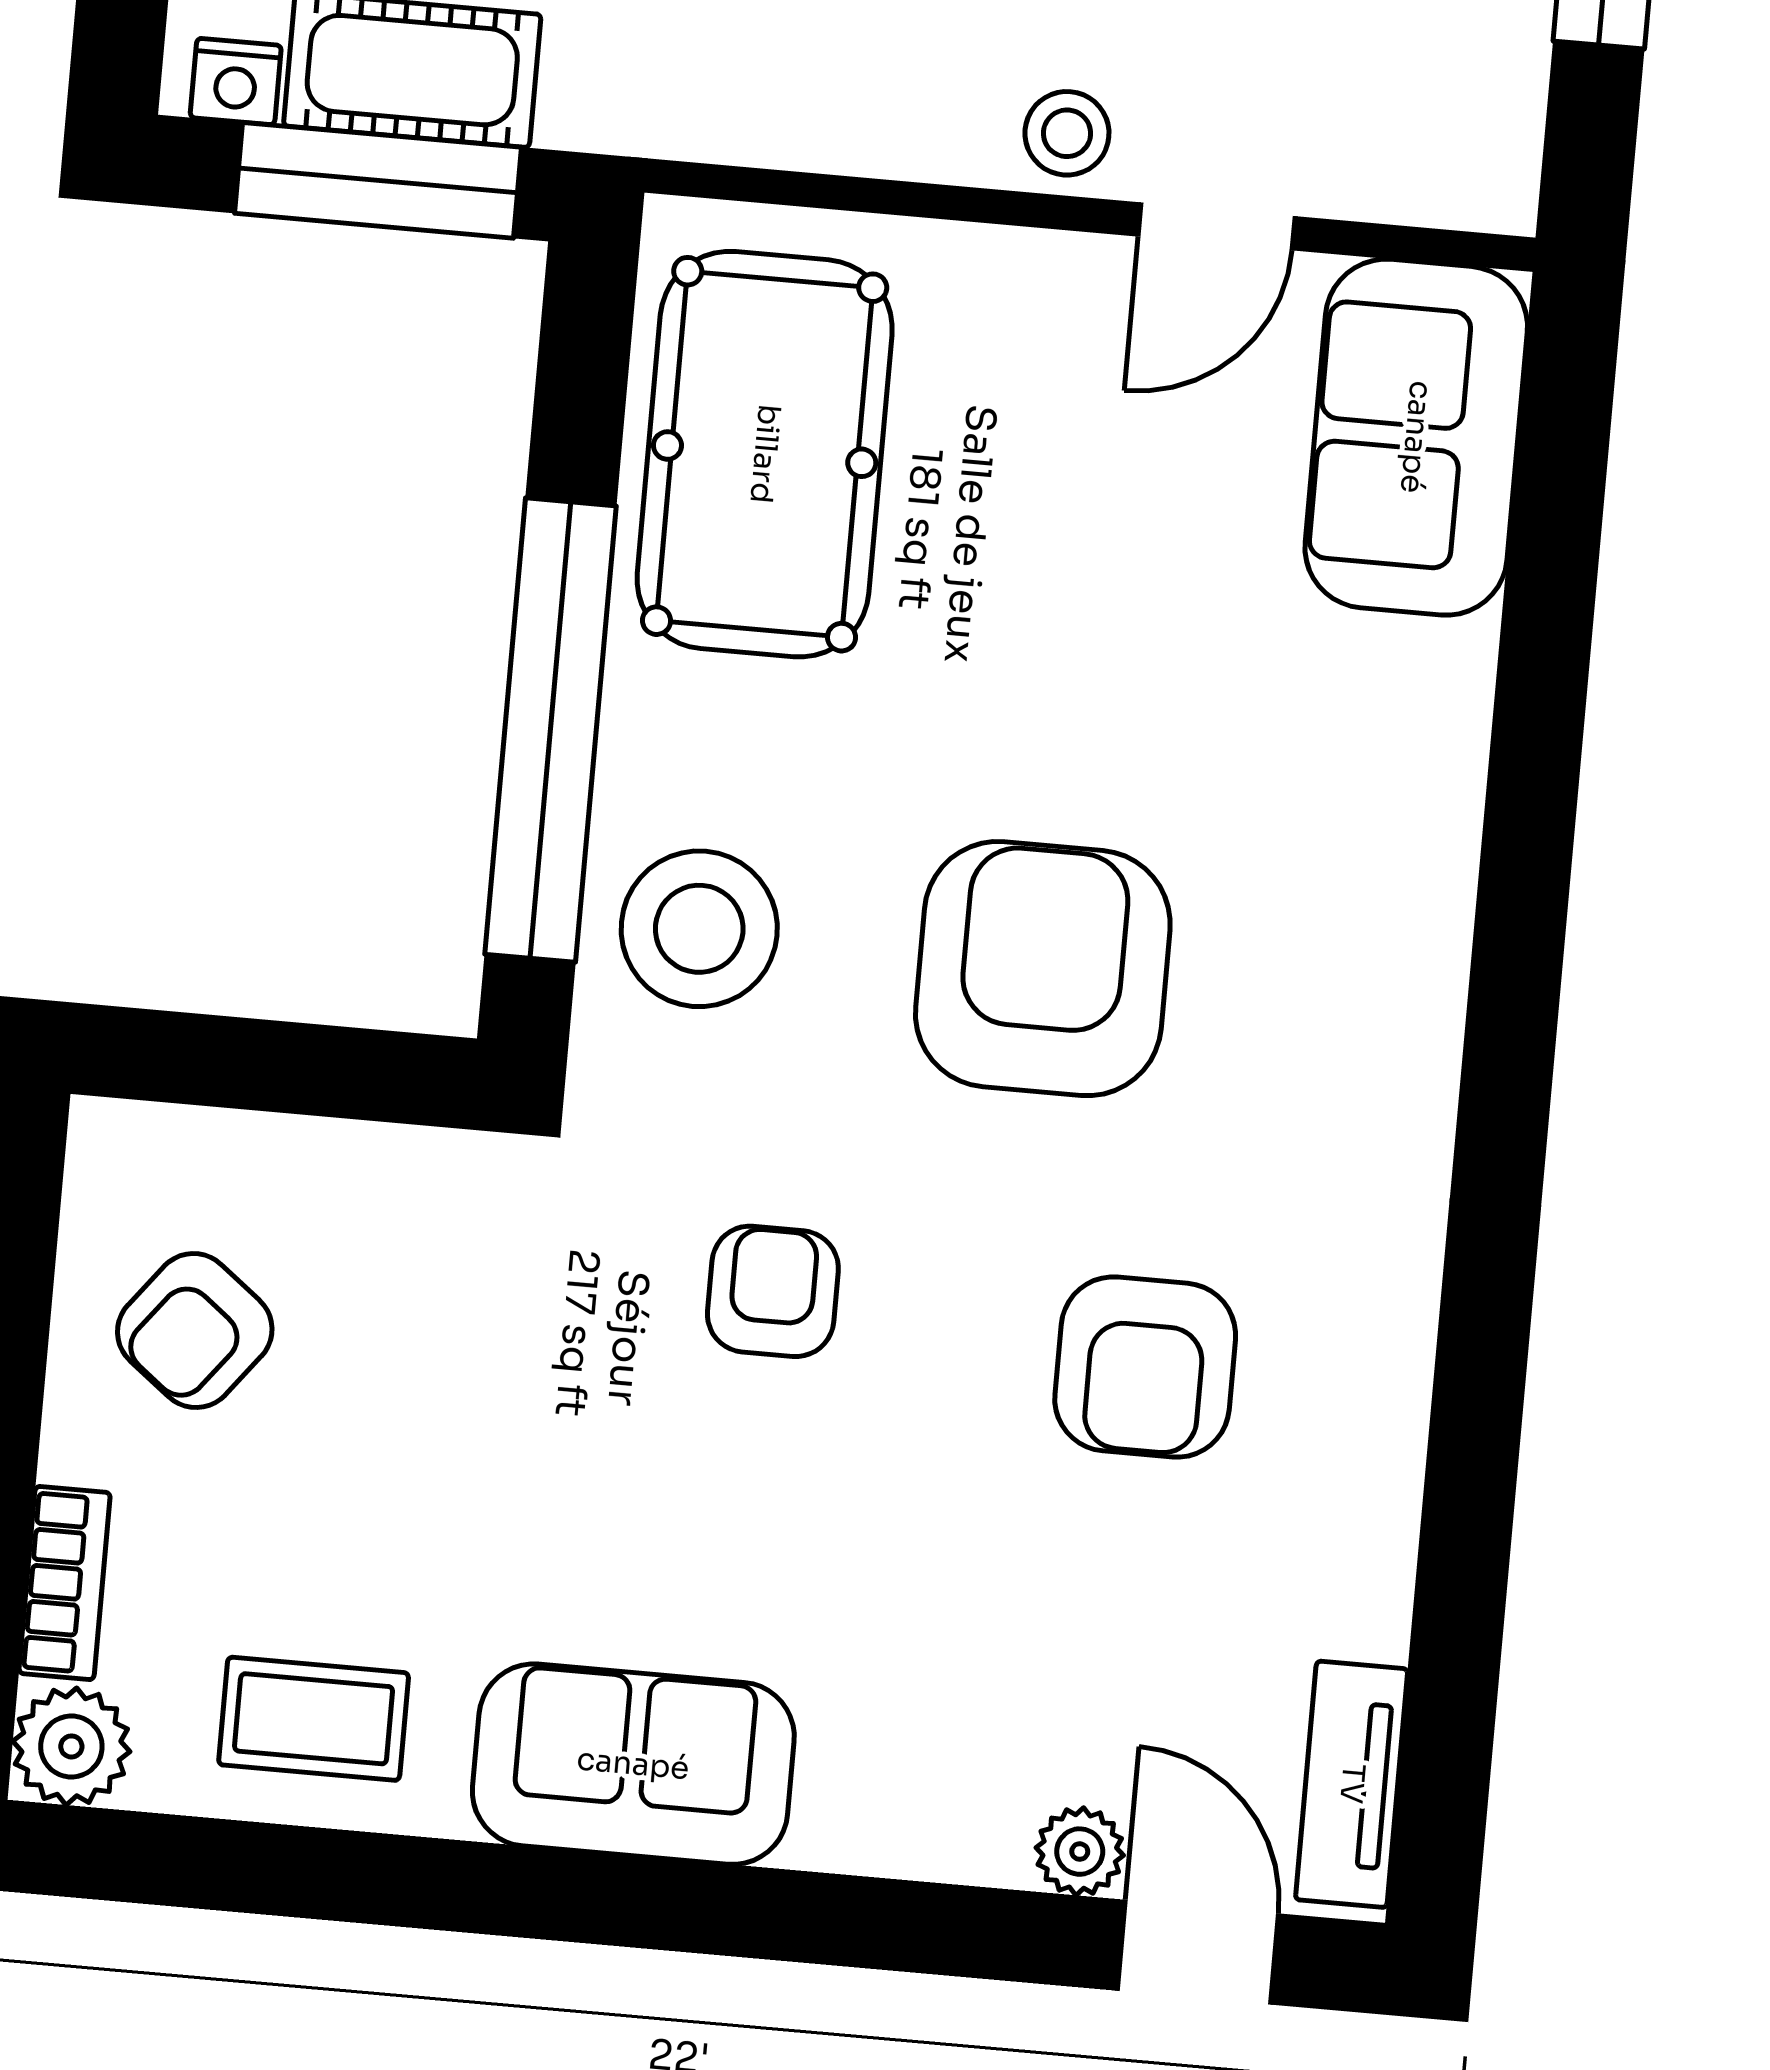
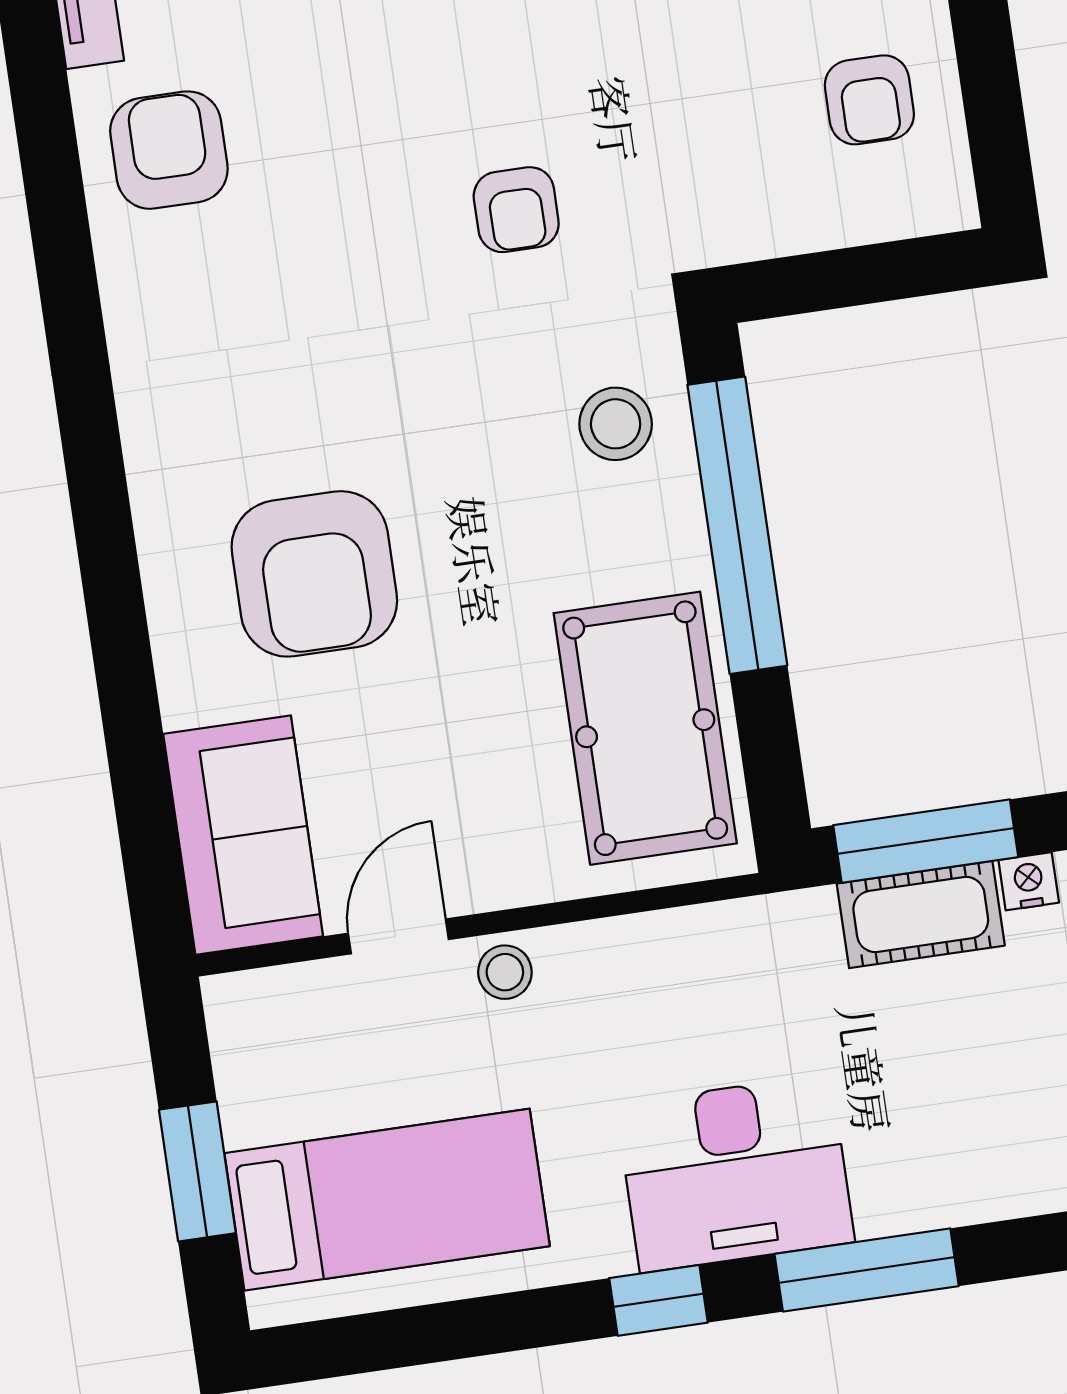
stool: (699, 929) -> (616, 424), width x0.73, depth x0.73
armchair: (1043, 969) -> (314, 574), moved
armchair: (195, 1331) -> (869, 100), turned 142
armchair: (1145, 1367) -> (169, 150), moved

